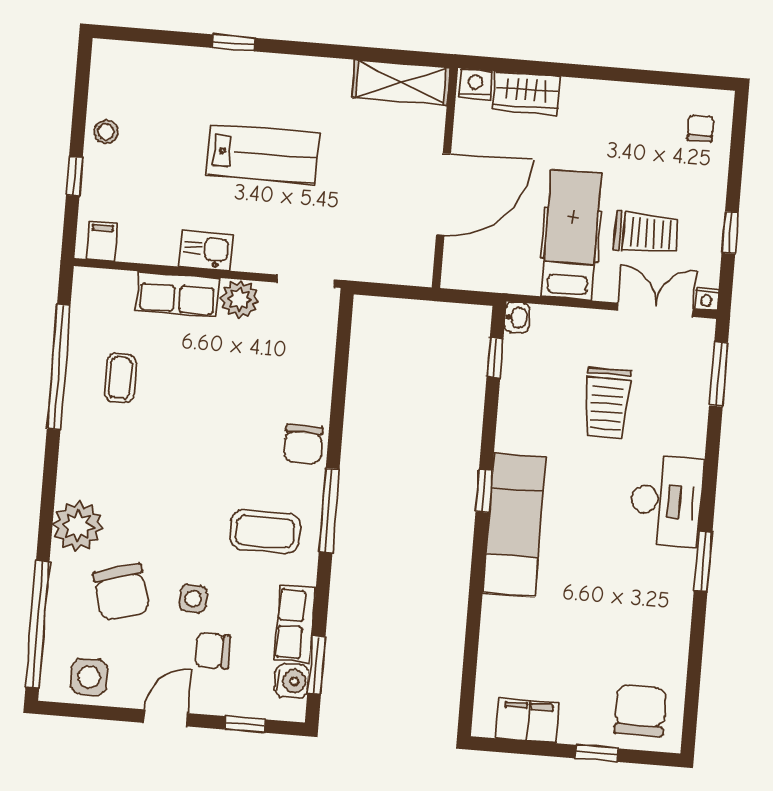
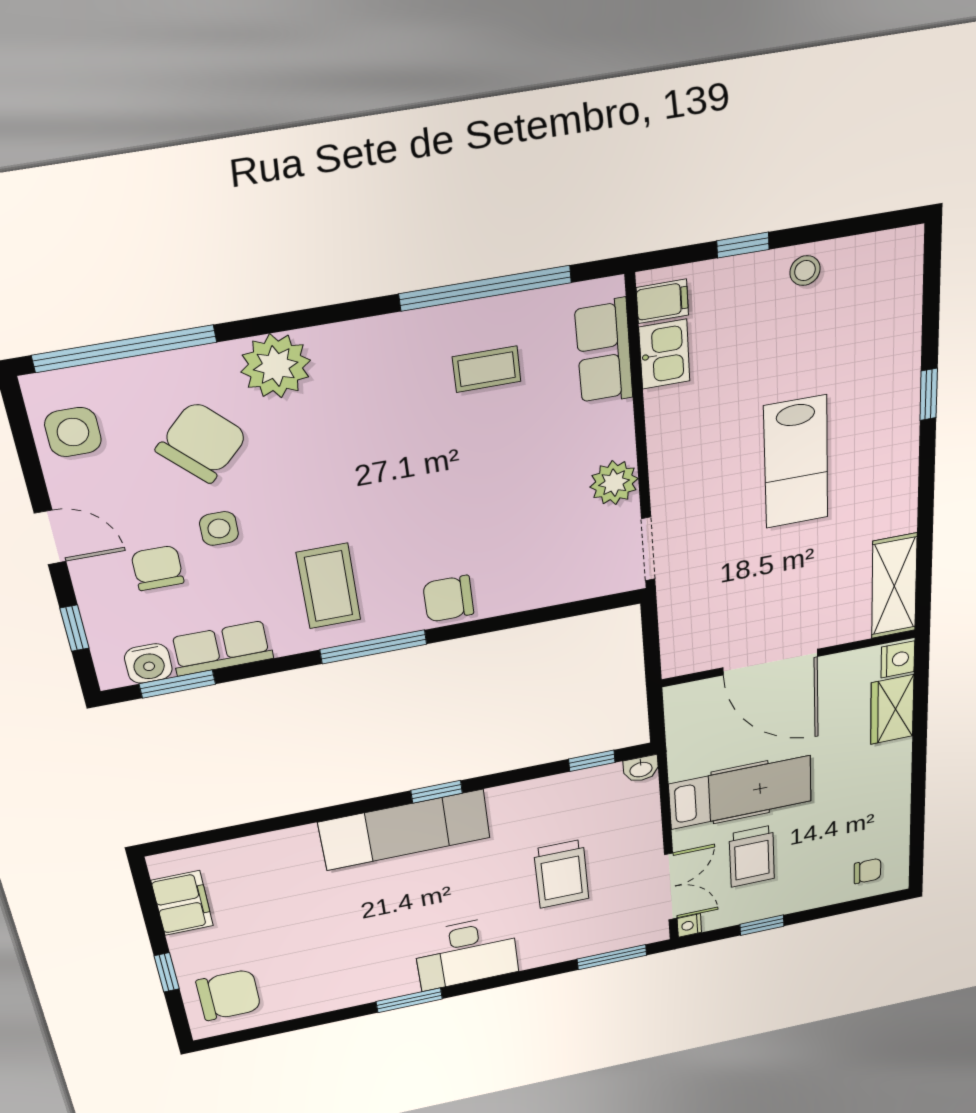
kitchen sink: (206, 250) -> (664, 354), moved
row of seats: (177, 294) -> (604, 352), moved
trolley: (607, 403) -> (561, 874), turned -90
chair: (121, 592) -> (202, 442), turned 151

